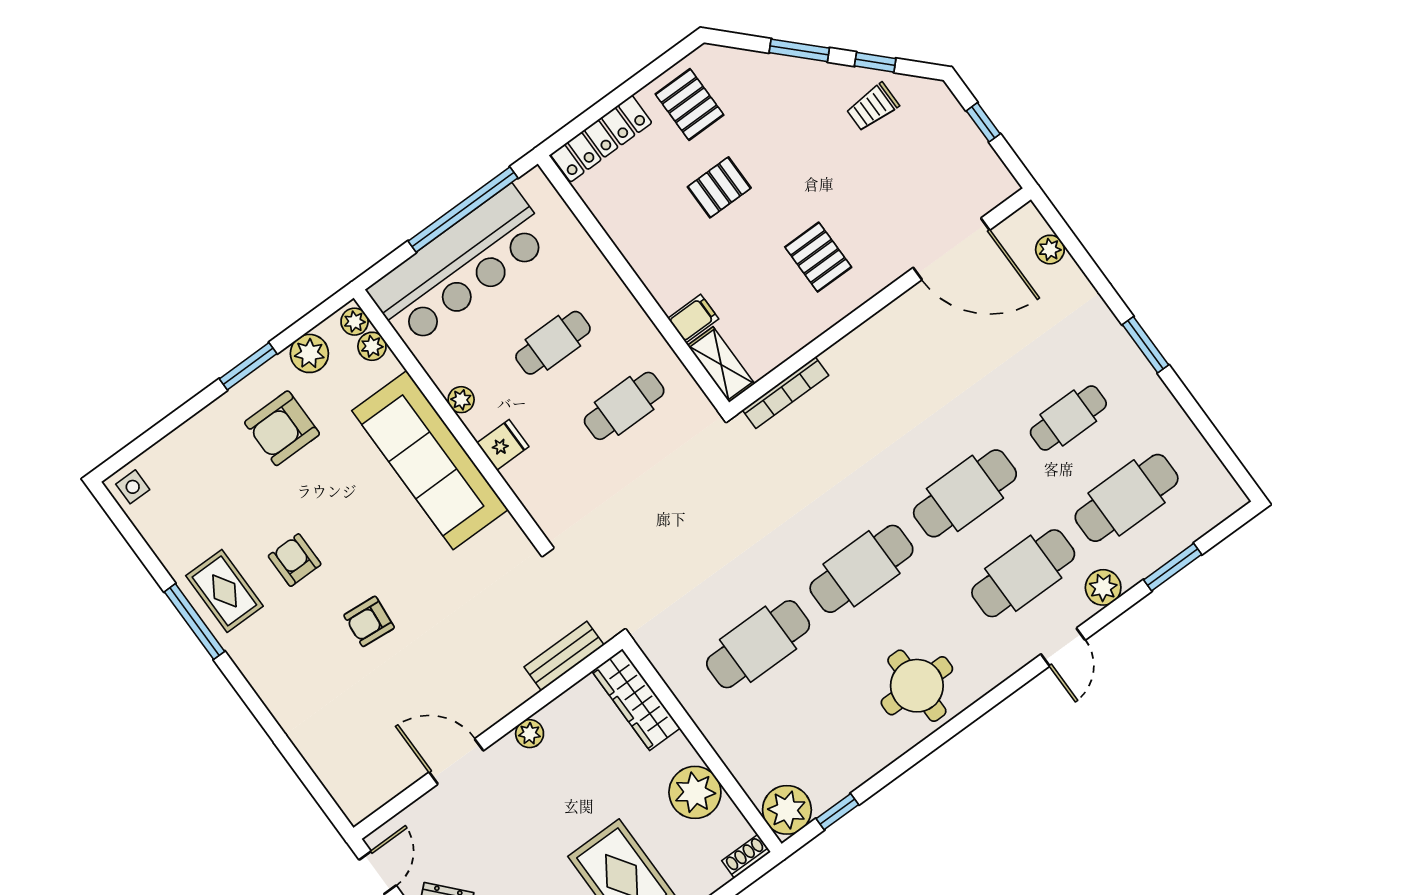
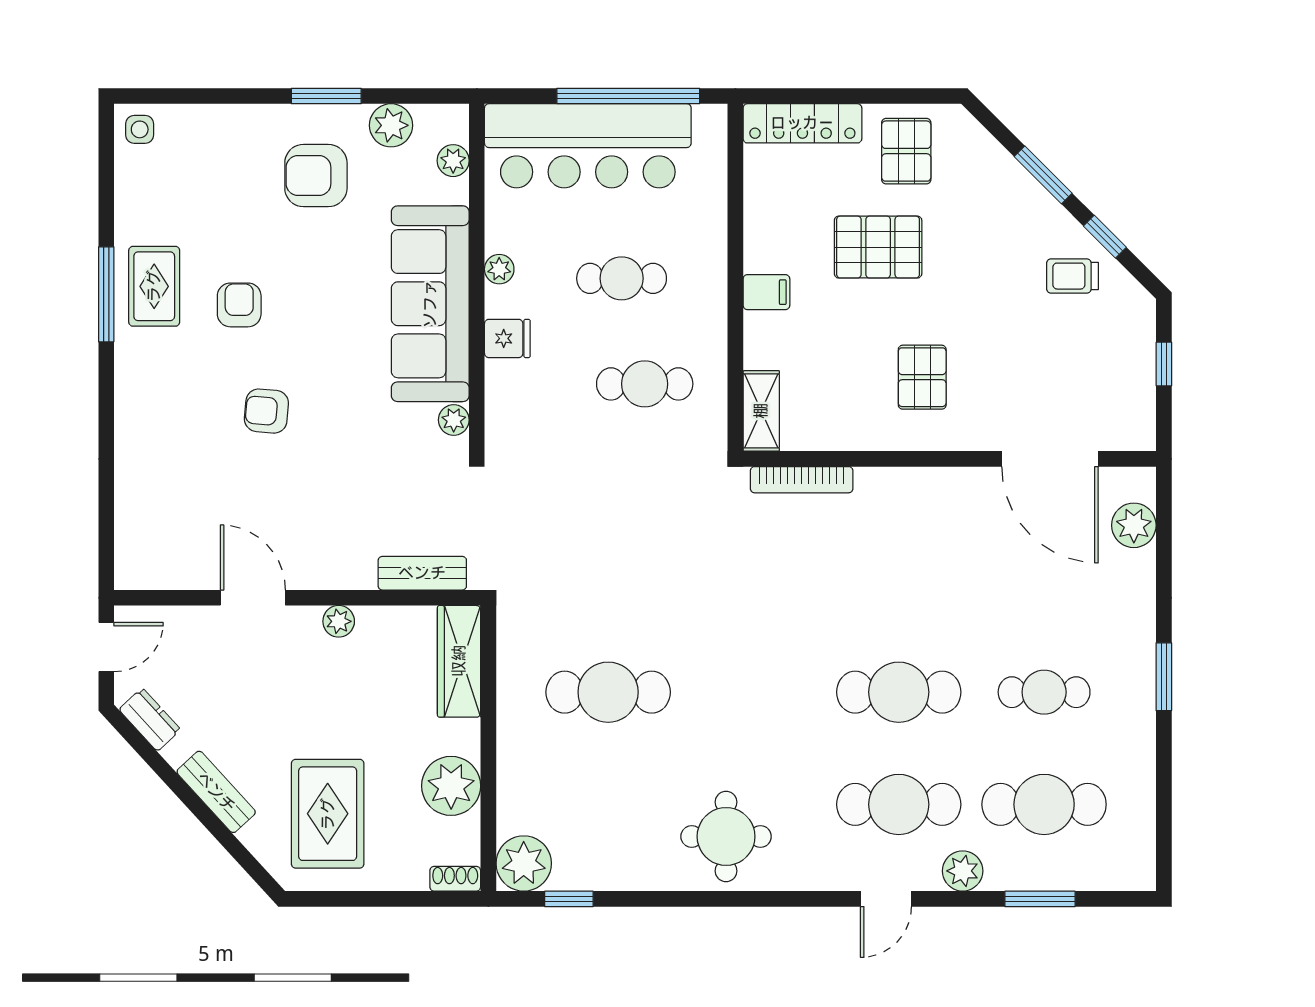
pallet: (719, 187) -> (878, 247), width x1.50, depth x1.42
plant: (1050, 250) -> (1134, 525), width x1.38, depth x1.38
filing cabinet: (693, 319) -> (766, 292), moved
plant: (355, 322) -> (454, 420), moved
cafe table: (861, 569) -> (753, 692), removed

